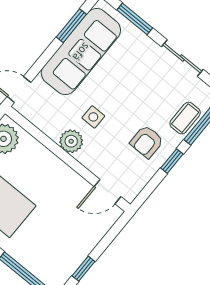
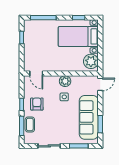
door: (107, 192) -> (36, 73), swing flipped

